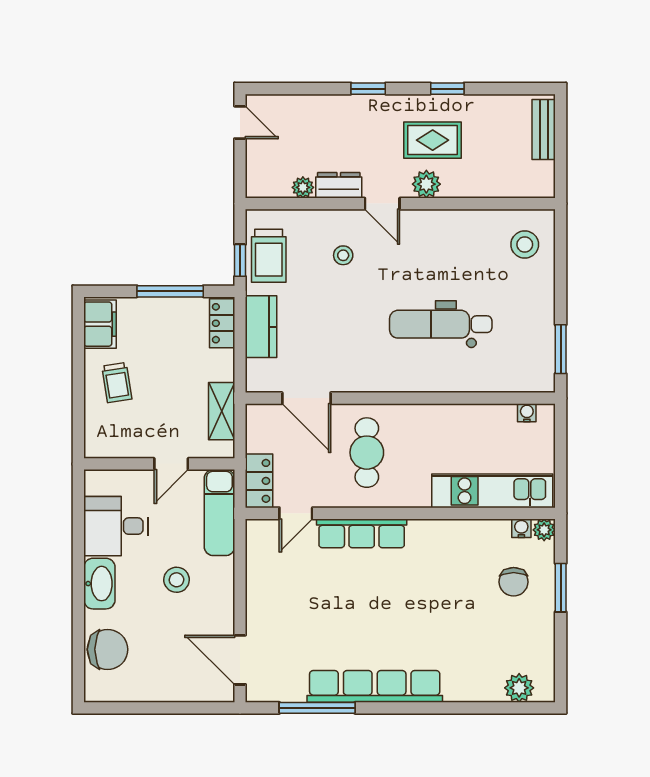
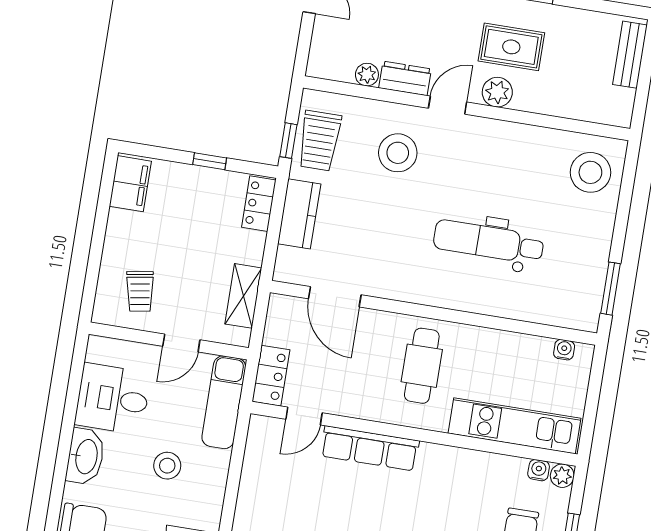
door: (382, 204) -> (448, 105), swing flipped
stool: (525, 244) -> (590, 172), width x1.38, depth x1.38
stool: (343, 255) -> (398, 153), width x1.89, depth x1.89
window: (170, 291) -> (210, 161), width x0.46
trolley: (117, 383) -> (140, 291), moved
cafe table: (367, 453) -> (422, 366), moved

